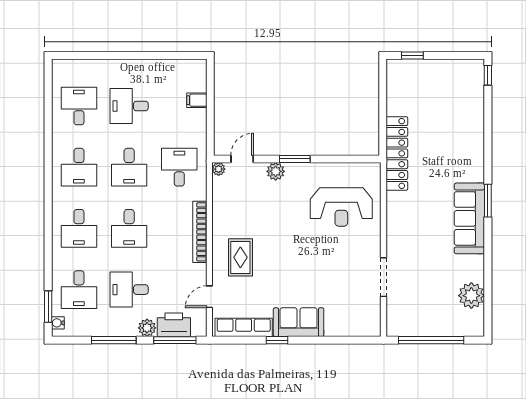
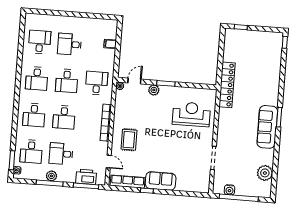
reception desk: (341, 207) -> (191, 114), turned 180
door: (209, 297) -> (109, 162), swing flipped
plant: (147, 328) -> (51, 176), moved
water cooler: (415, 328) -> (229, 190), added

